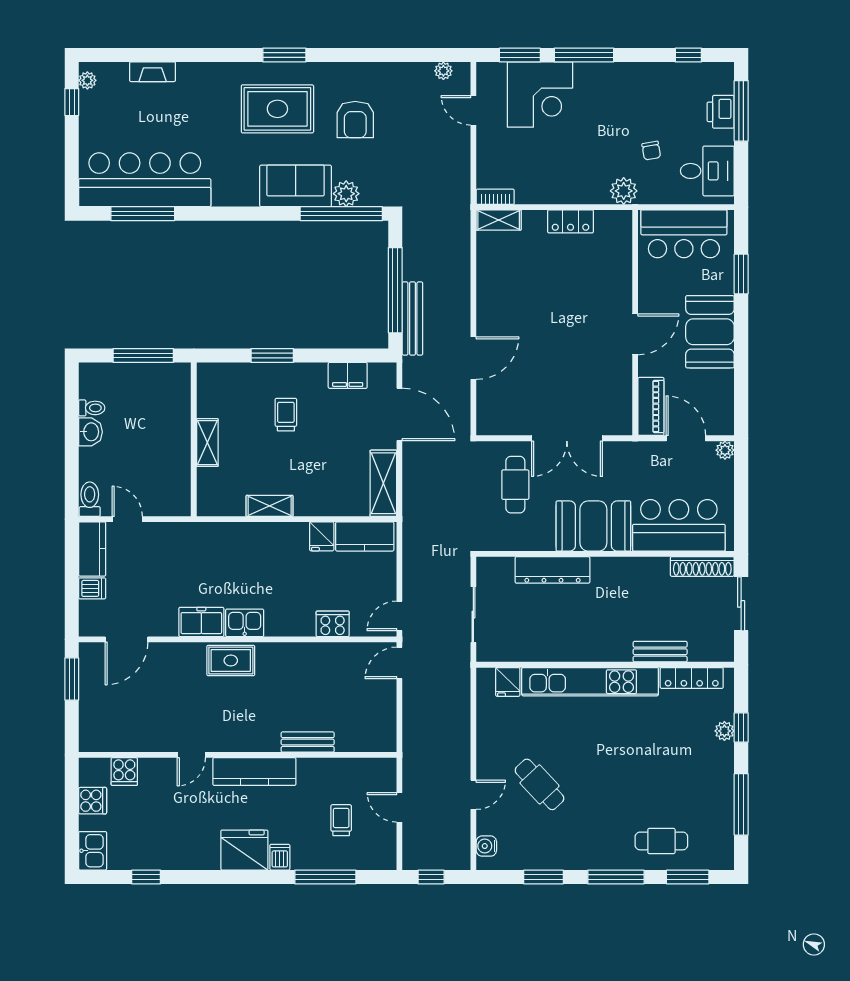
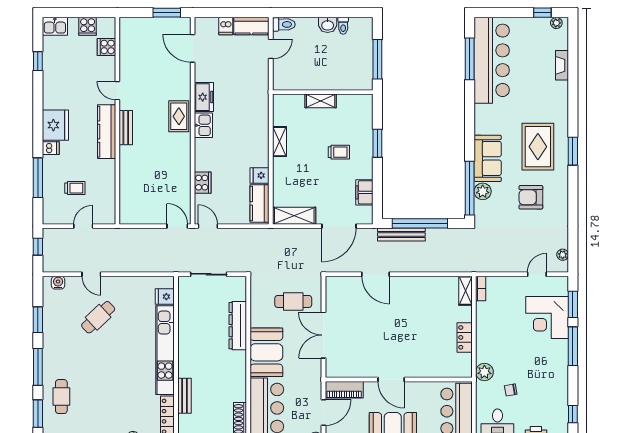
bench: (308, 742) -> (126, 128), moved

